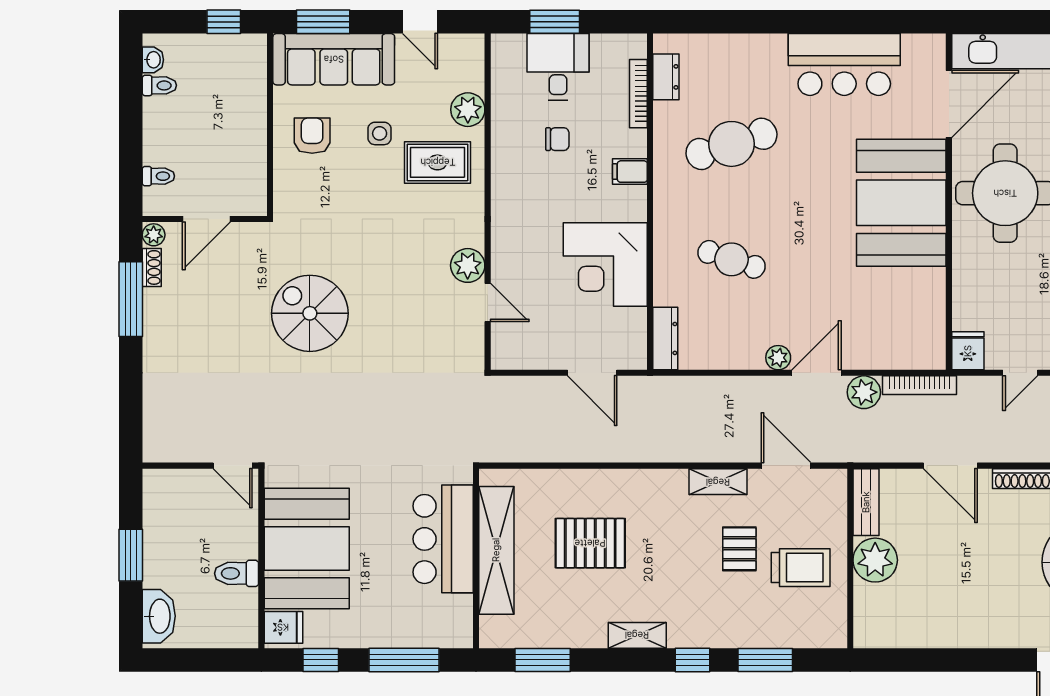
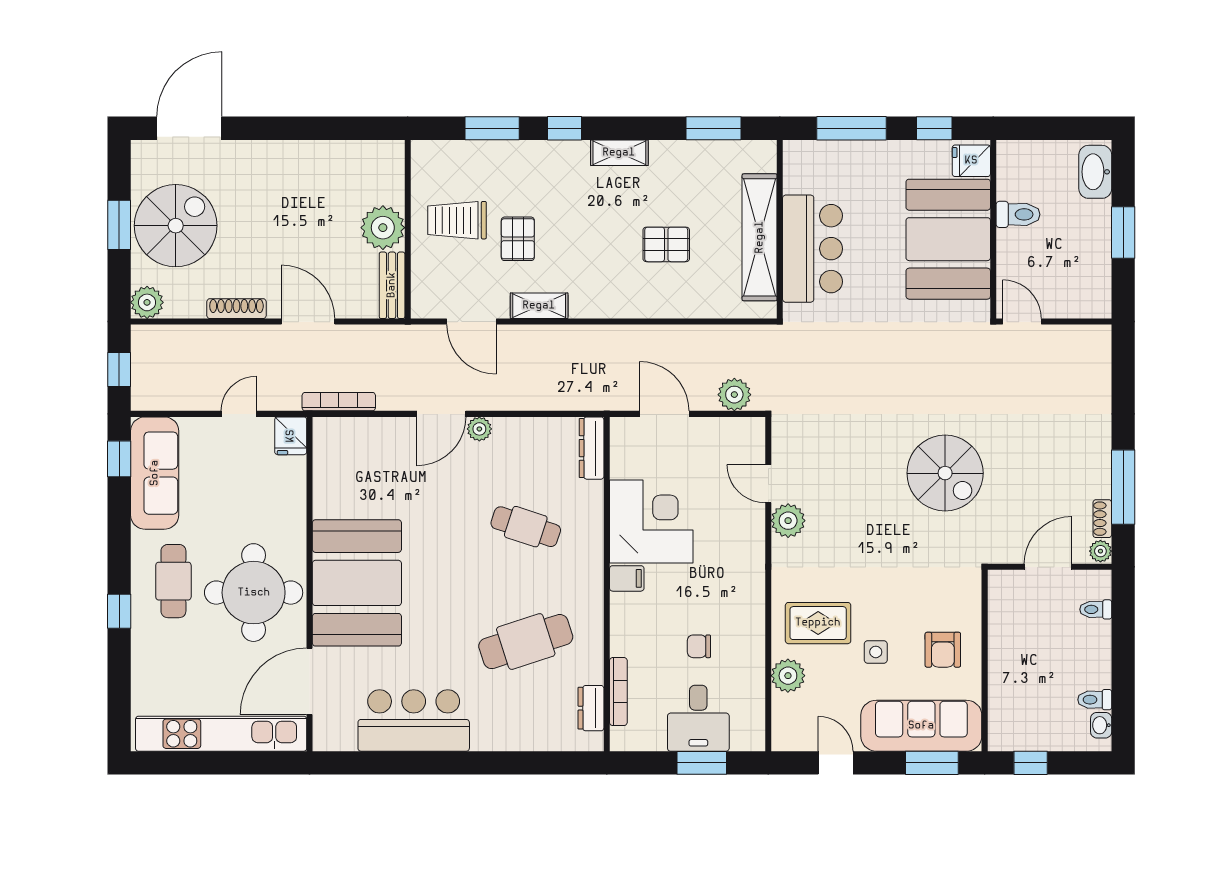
filing cabinet: (630, 172) -> (627, 578), moved
plant: (864, 392) -> (734, 395), moved
pallet: (590, 543) -> (666, 244), width x0.67, depth x0.71

